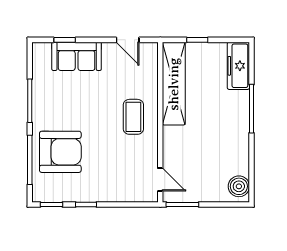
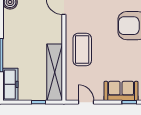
coffee table: (133, 117) -> (82, 50), width x1.36, depth x1.32

